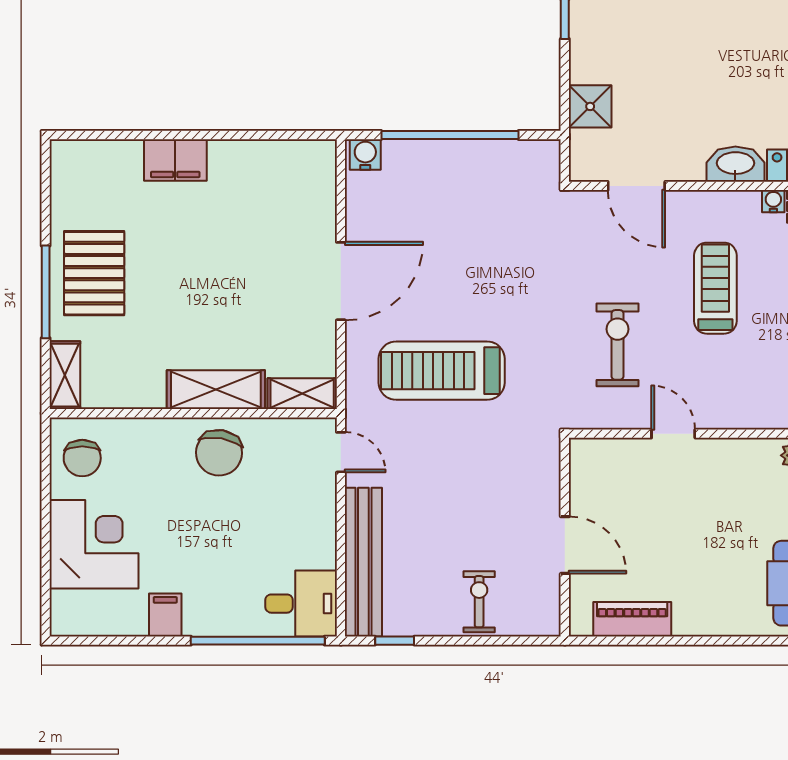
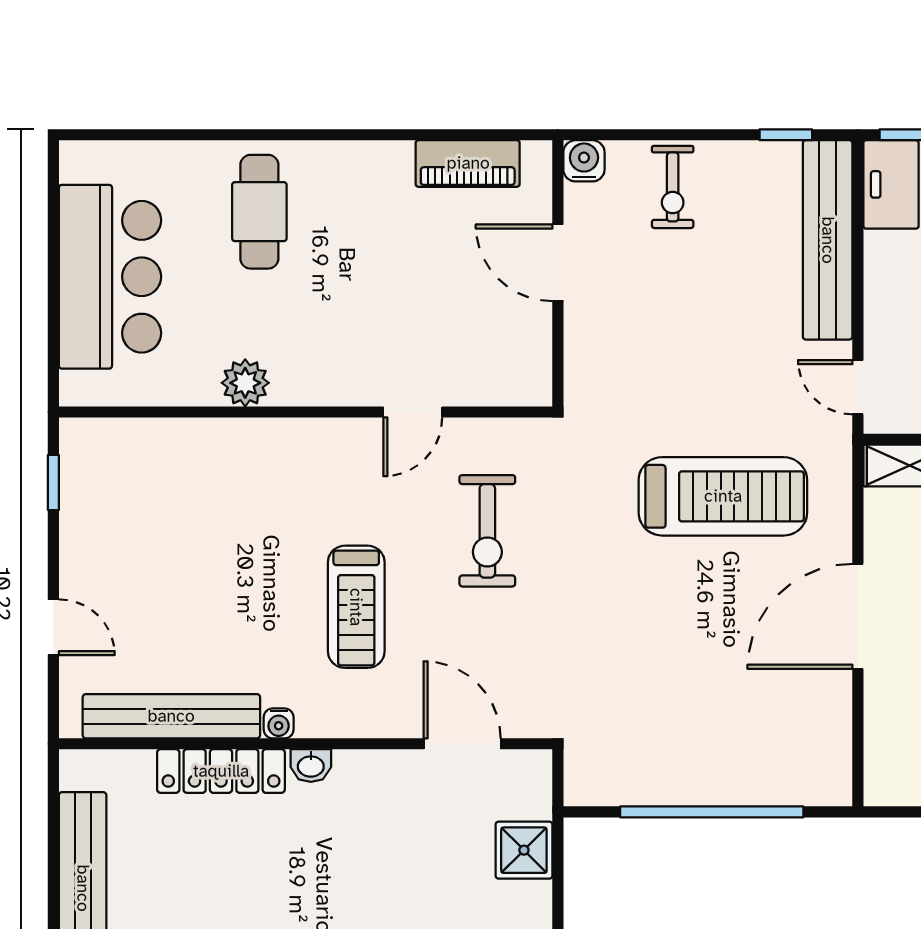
water cooler: (365, 154) -> (584, 161), moved, turned 180
washbasin: (735, 164) -> (311, 766), width x0.52, depth x0.69
door: (673, 434) -> (413, 412), hinge flipped

